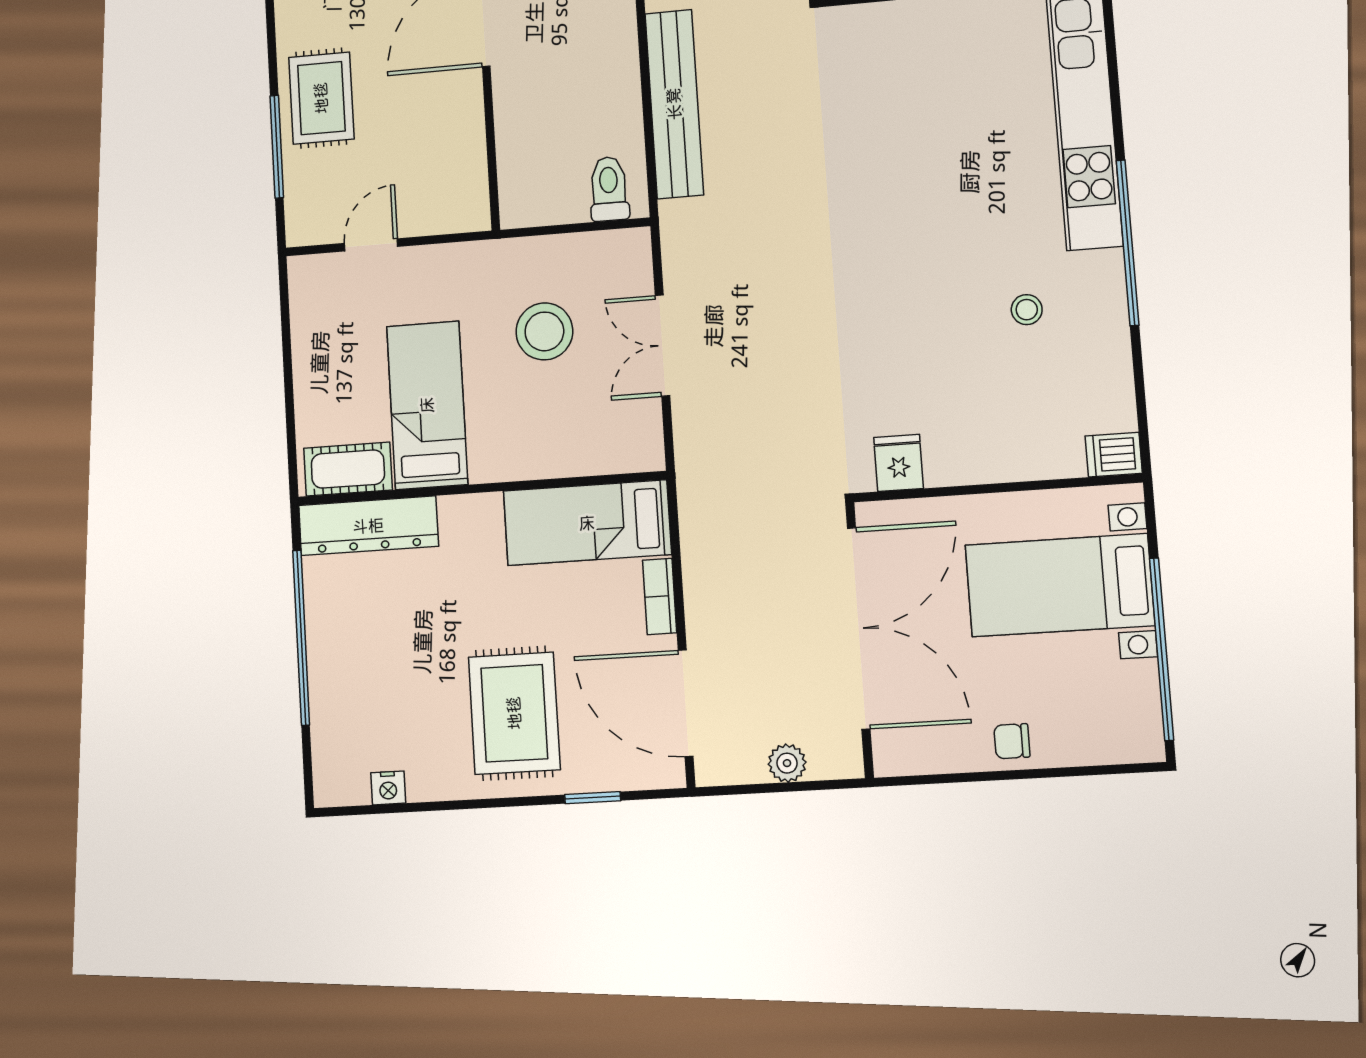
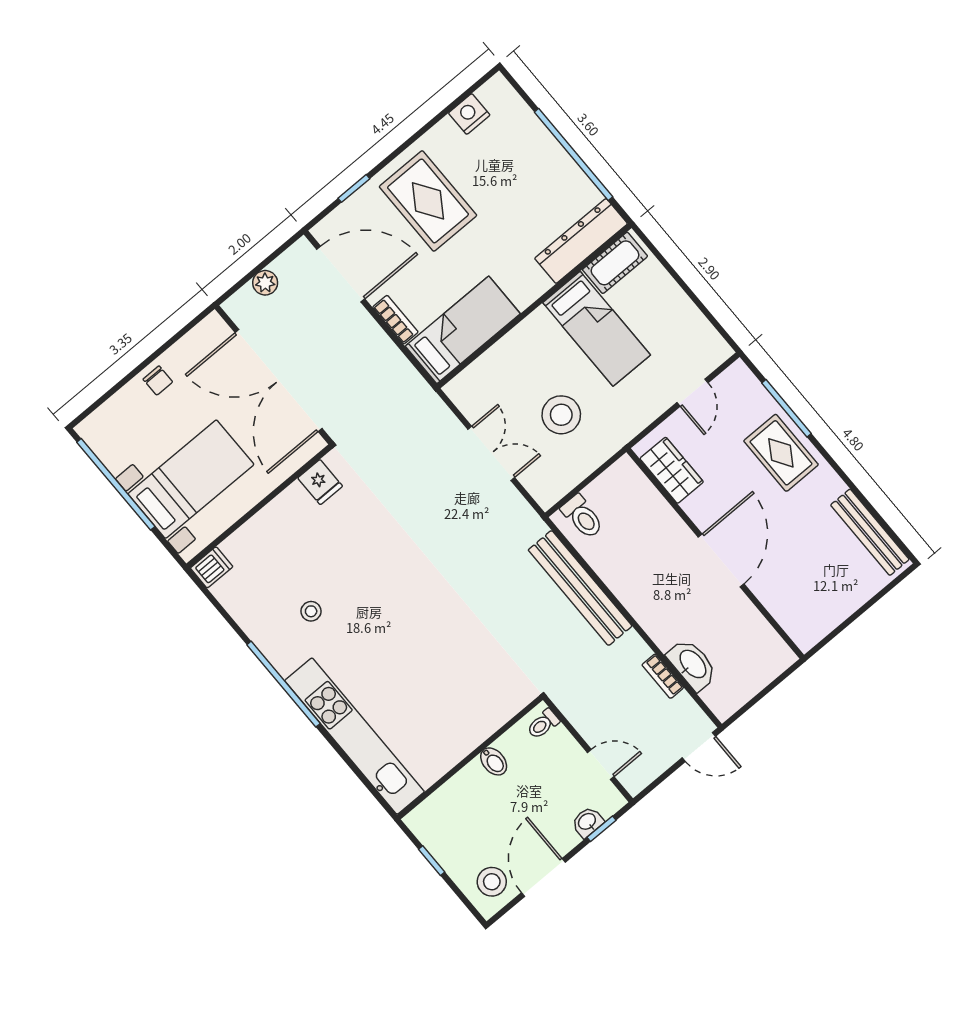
wardrobe: (463, 169) -> (672, 470), added
chair: (1012, 741) -> (158, 381), turned 90
nightstand: (388, 788) -> (469, 114), width x1.39, depth x1.35

